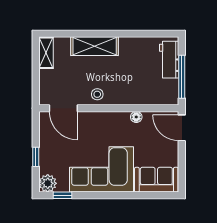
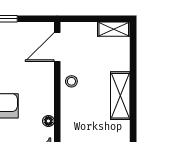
shelving: (95, 46) -> (120, 96), moved

